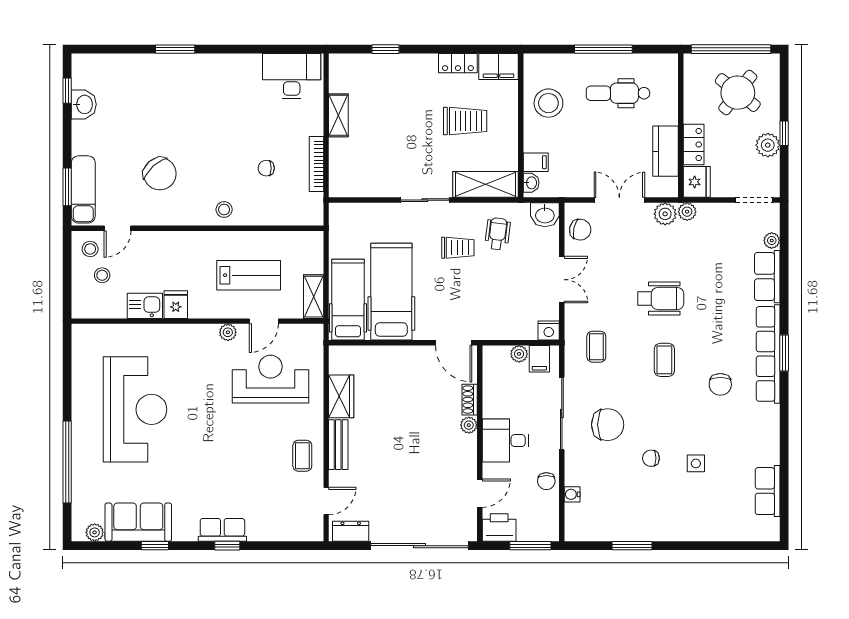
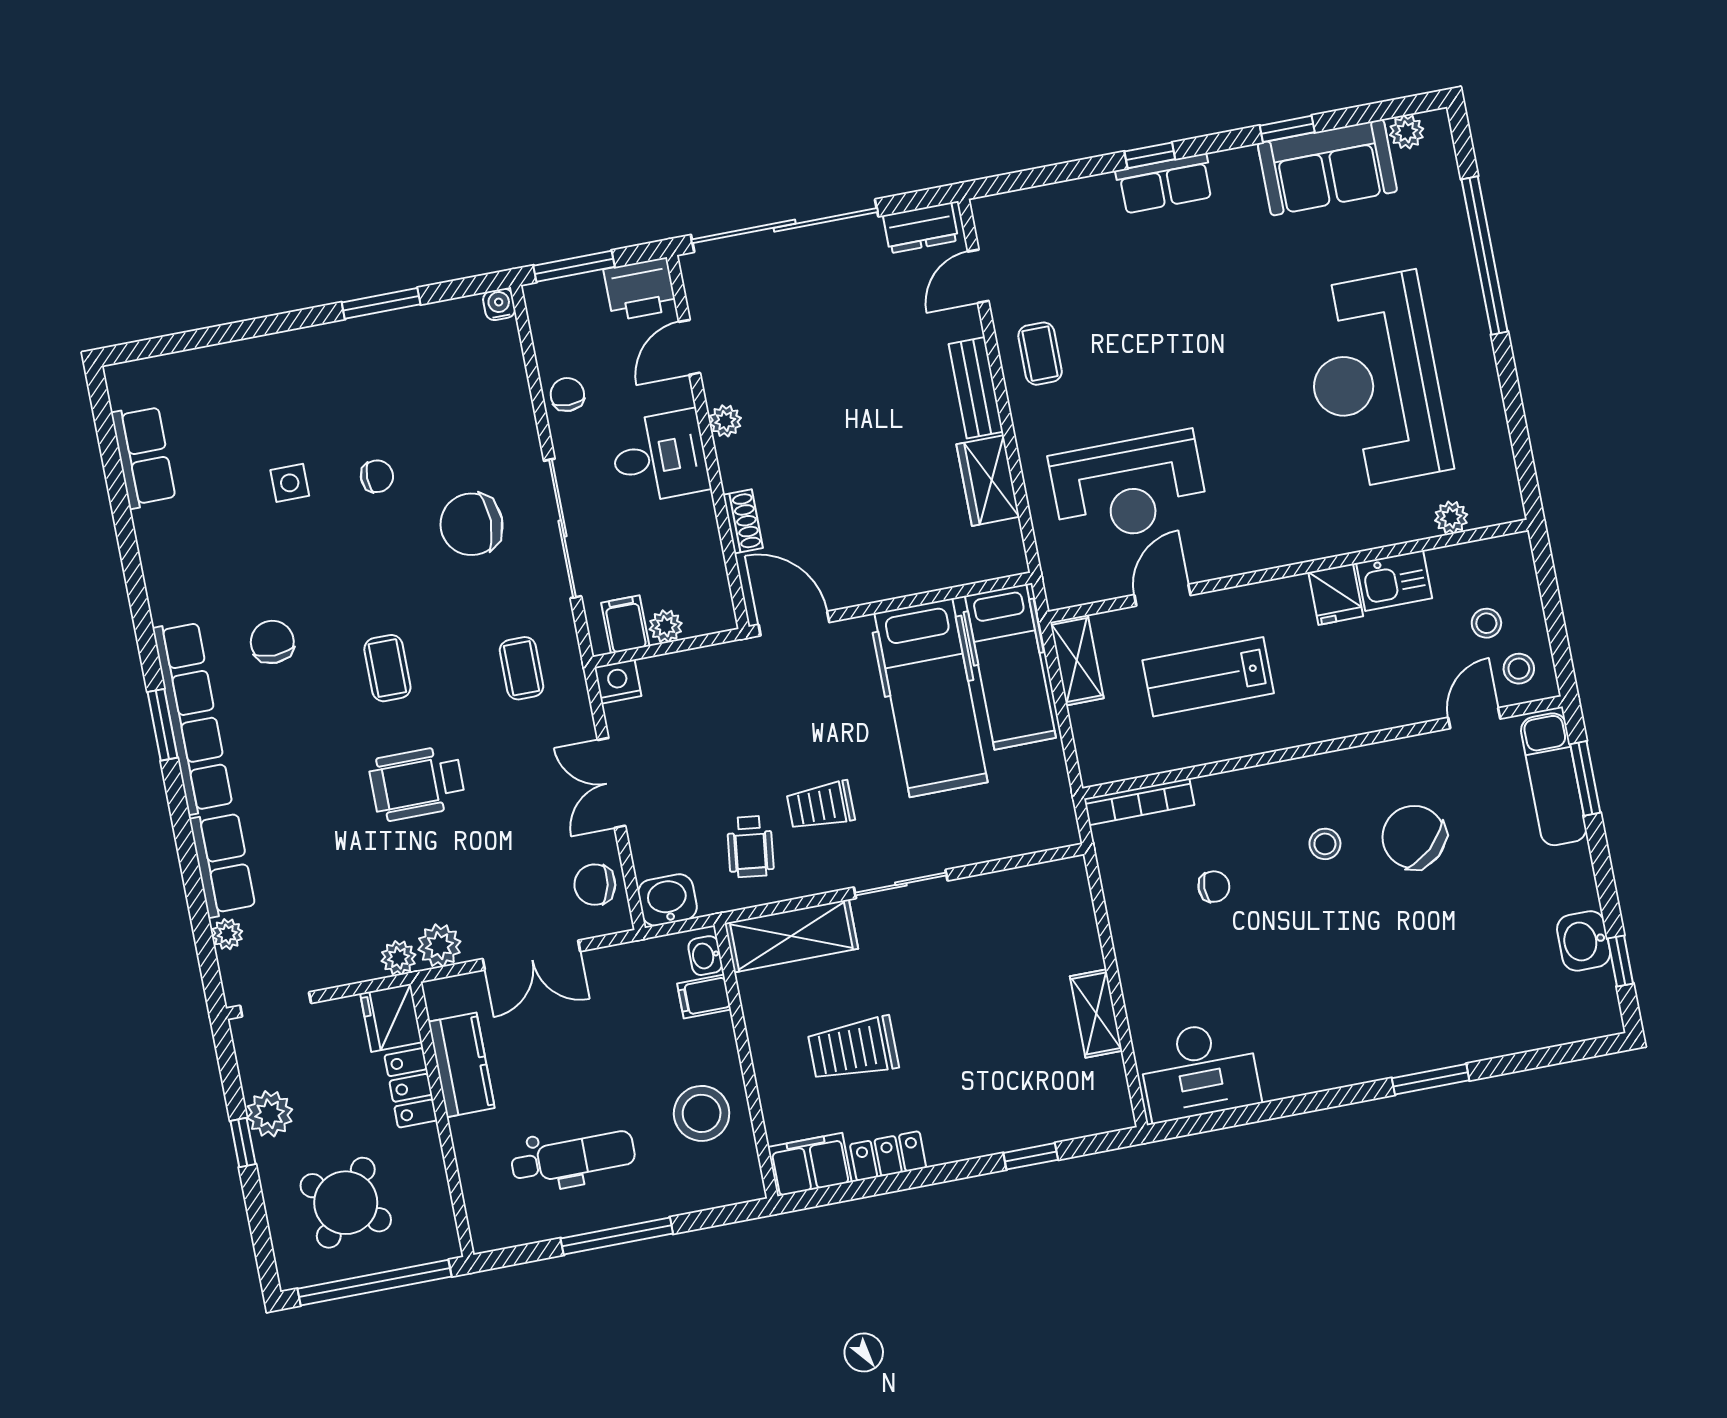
bookcase: (316, 164) -> (1139, 802), moved, turned 90
stool: (224, 210) -> (1325, 844), moved
plant: (228, 332) -> (1451, 518), moved
plant: (469, 425) -> (725, 421), moved
water cooler: (572, 494) -> (499, 304), moved, turned -90

